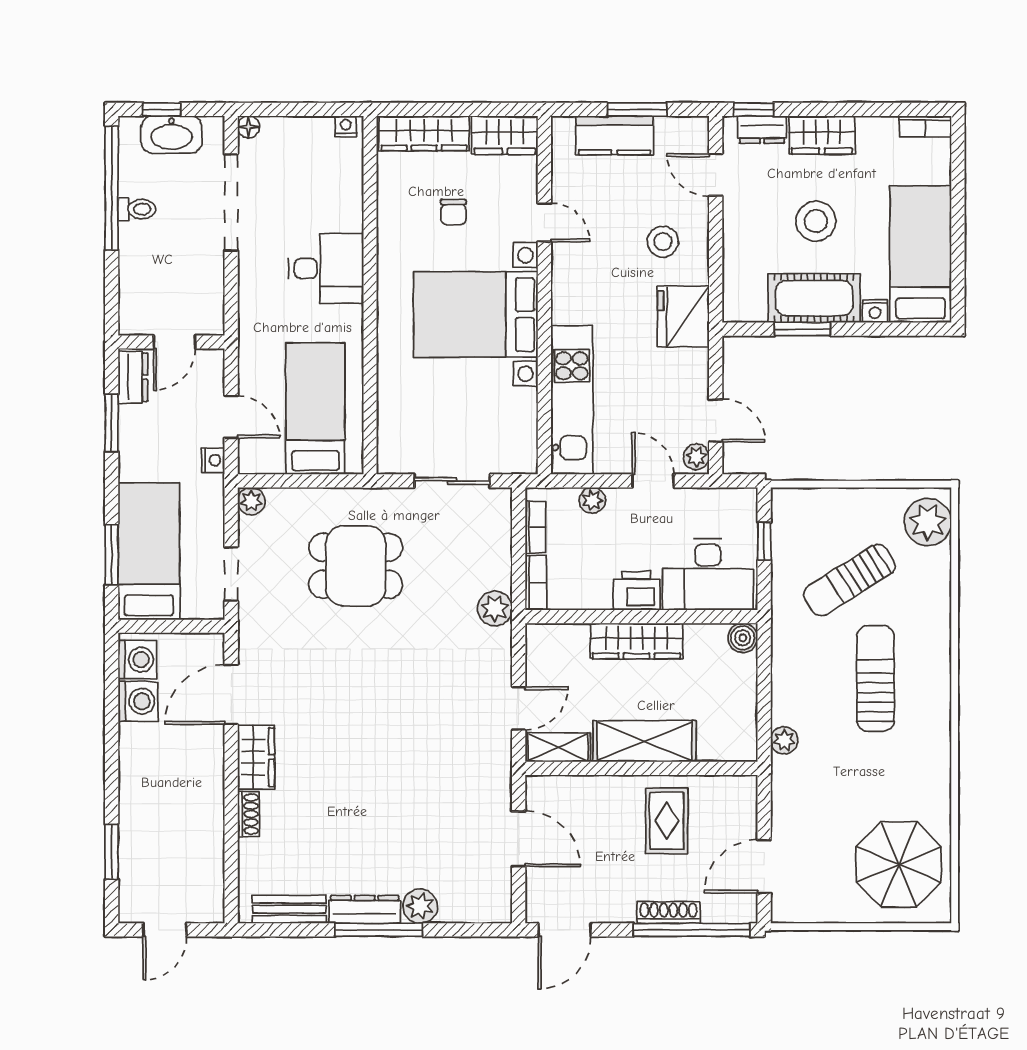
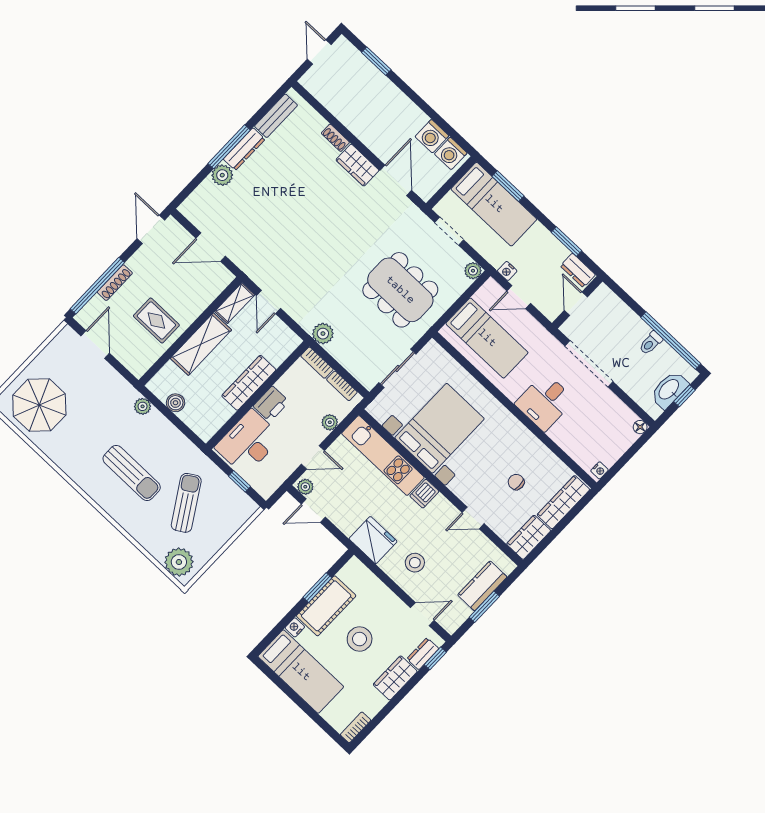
doorway: (231, 203) -> (589, 364), moved
dishwasher: (570, 308) -> (424, 494), added
bed with nightstands: (476, 314) -> (440, 428), moved
dining table: (356, 566) -> (400, 290), width x1.38
boiler: (743, 638) -> (176, 403), moved

